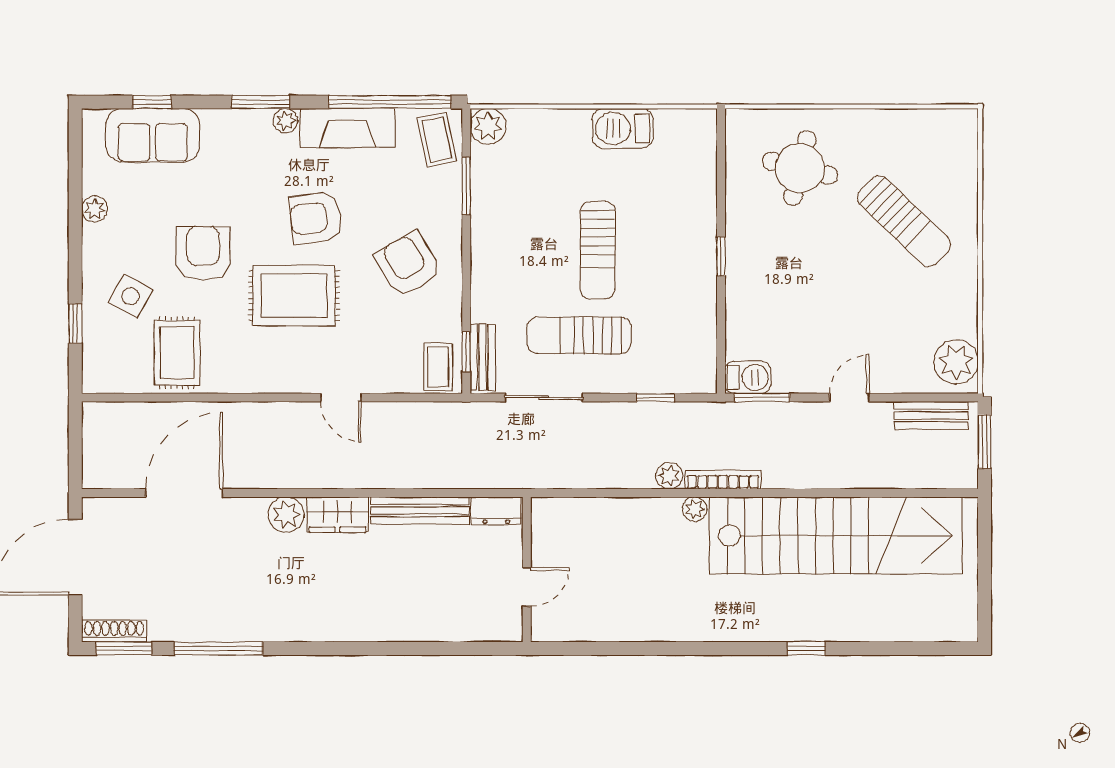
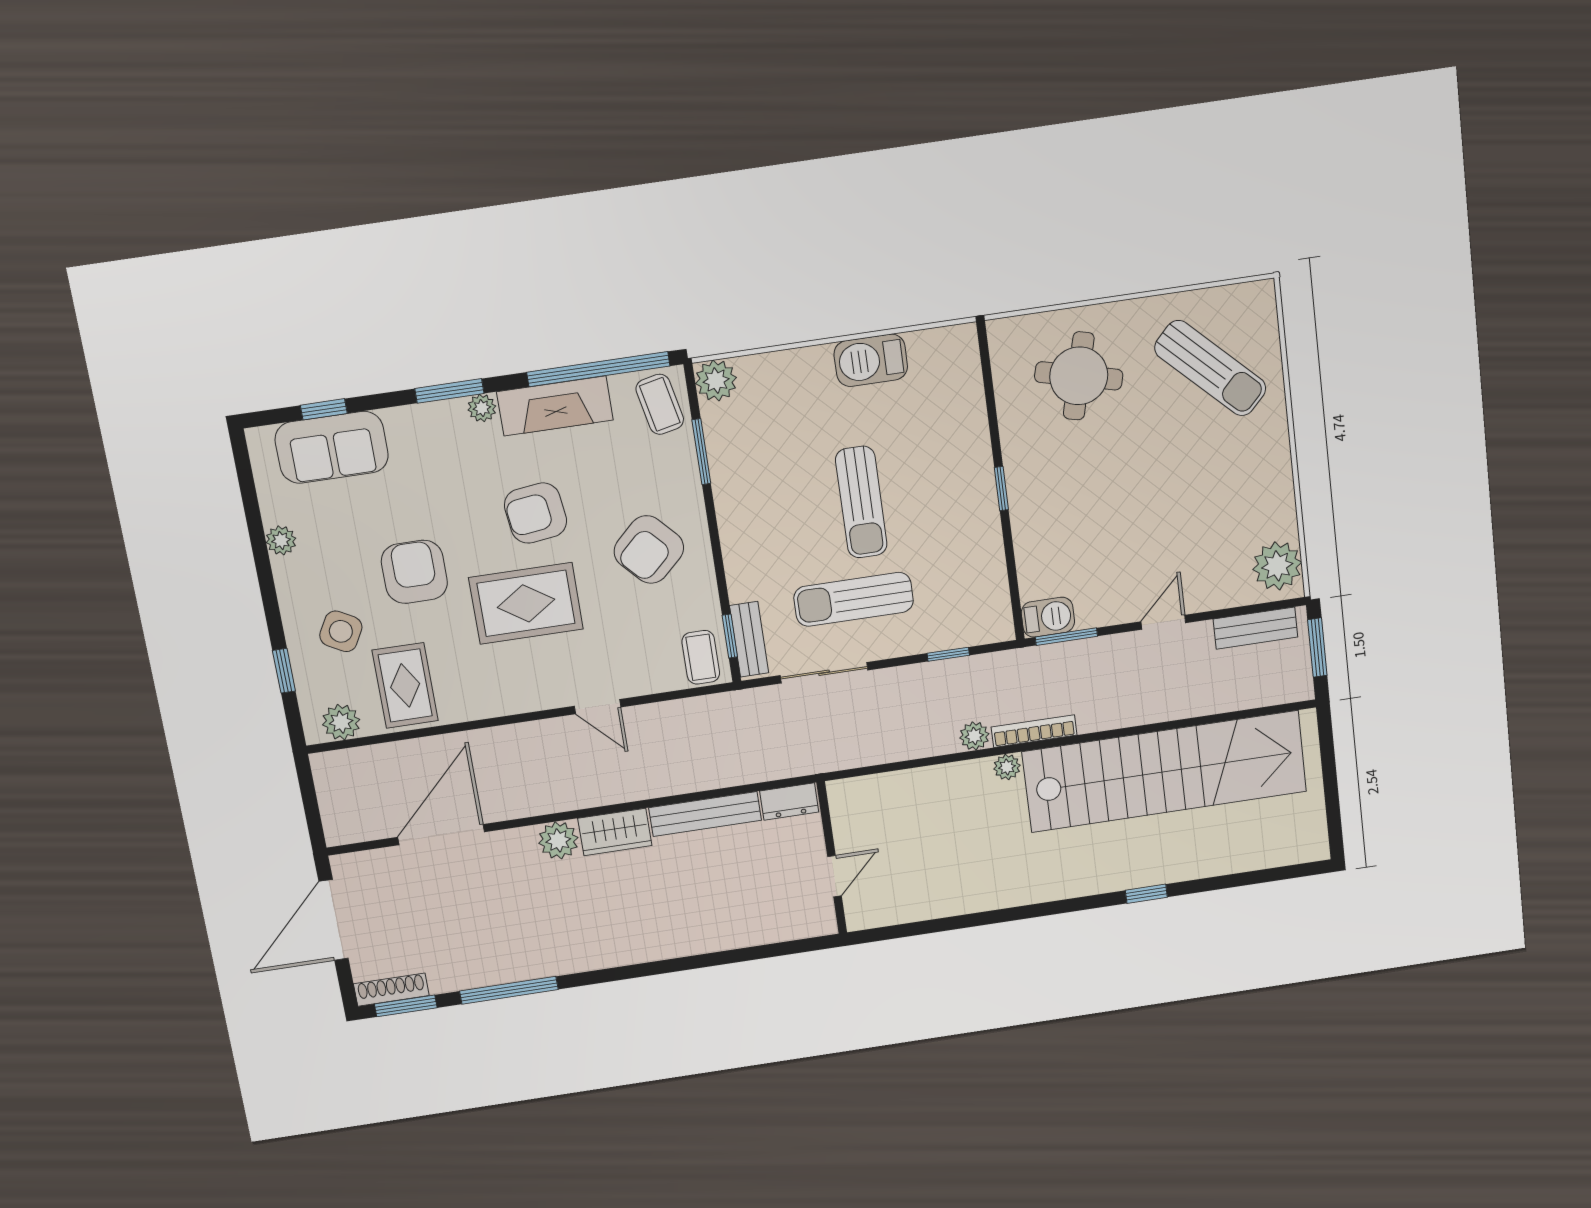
sun lounger: (904, 221) -> (1210, 368), moved
armchair: (408, 264) -> (649, 550), turned -103
plant: (116, 377) -> (341, 722), added

